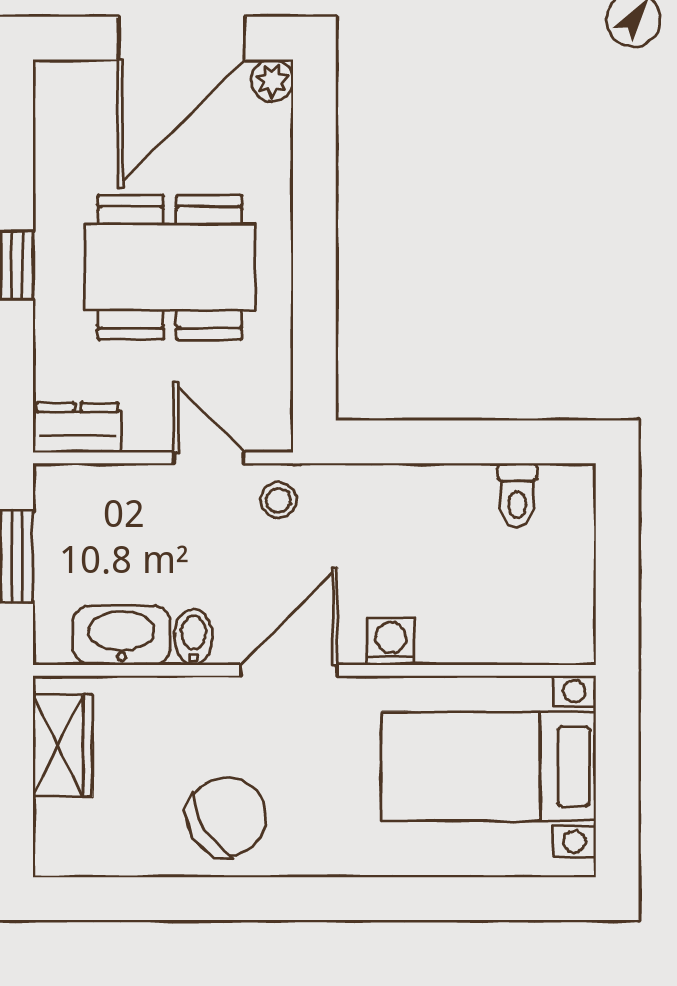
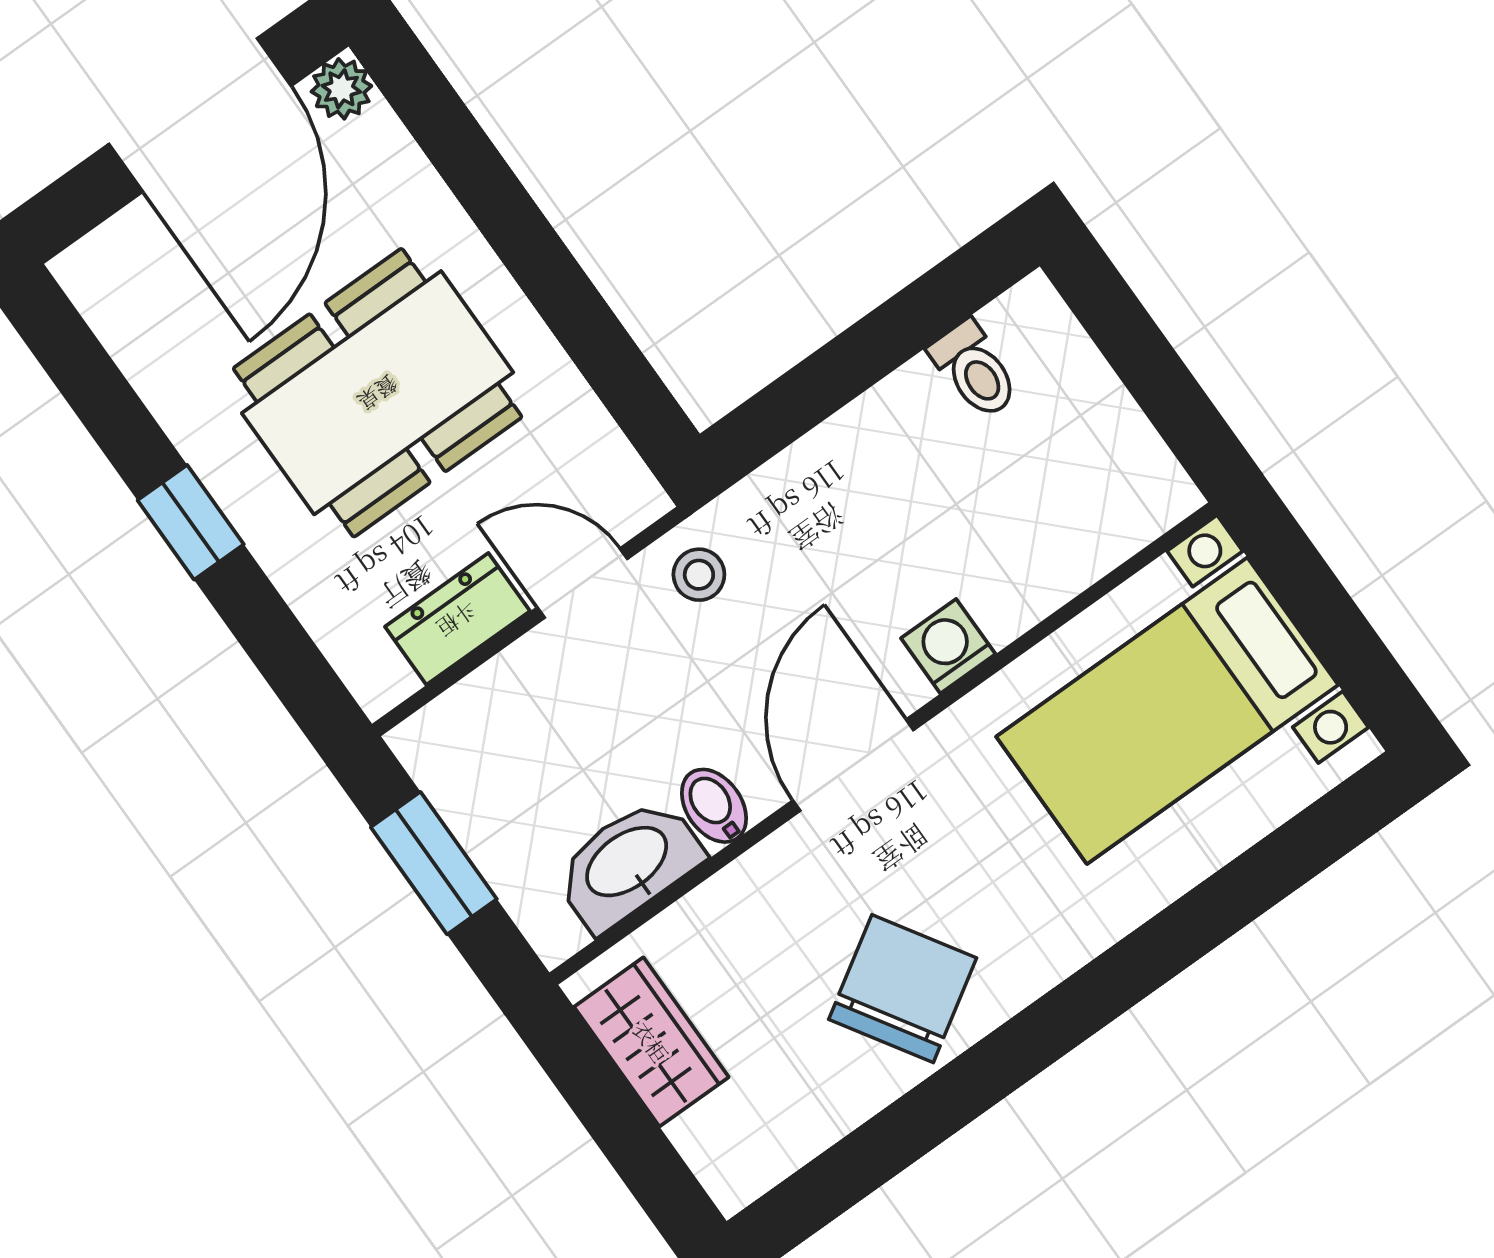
dresser: (77, 428) -> (457, 619), moved

